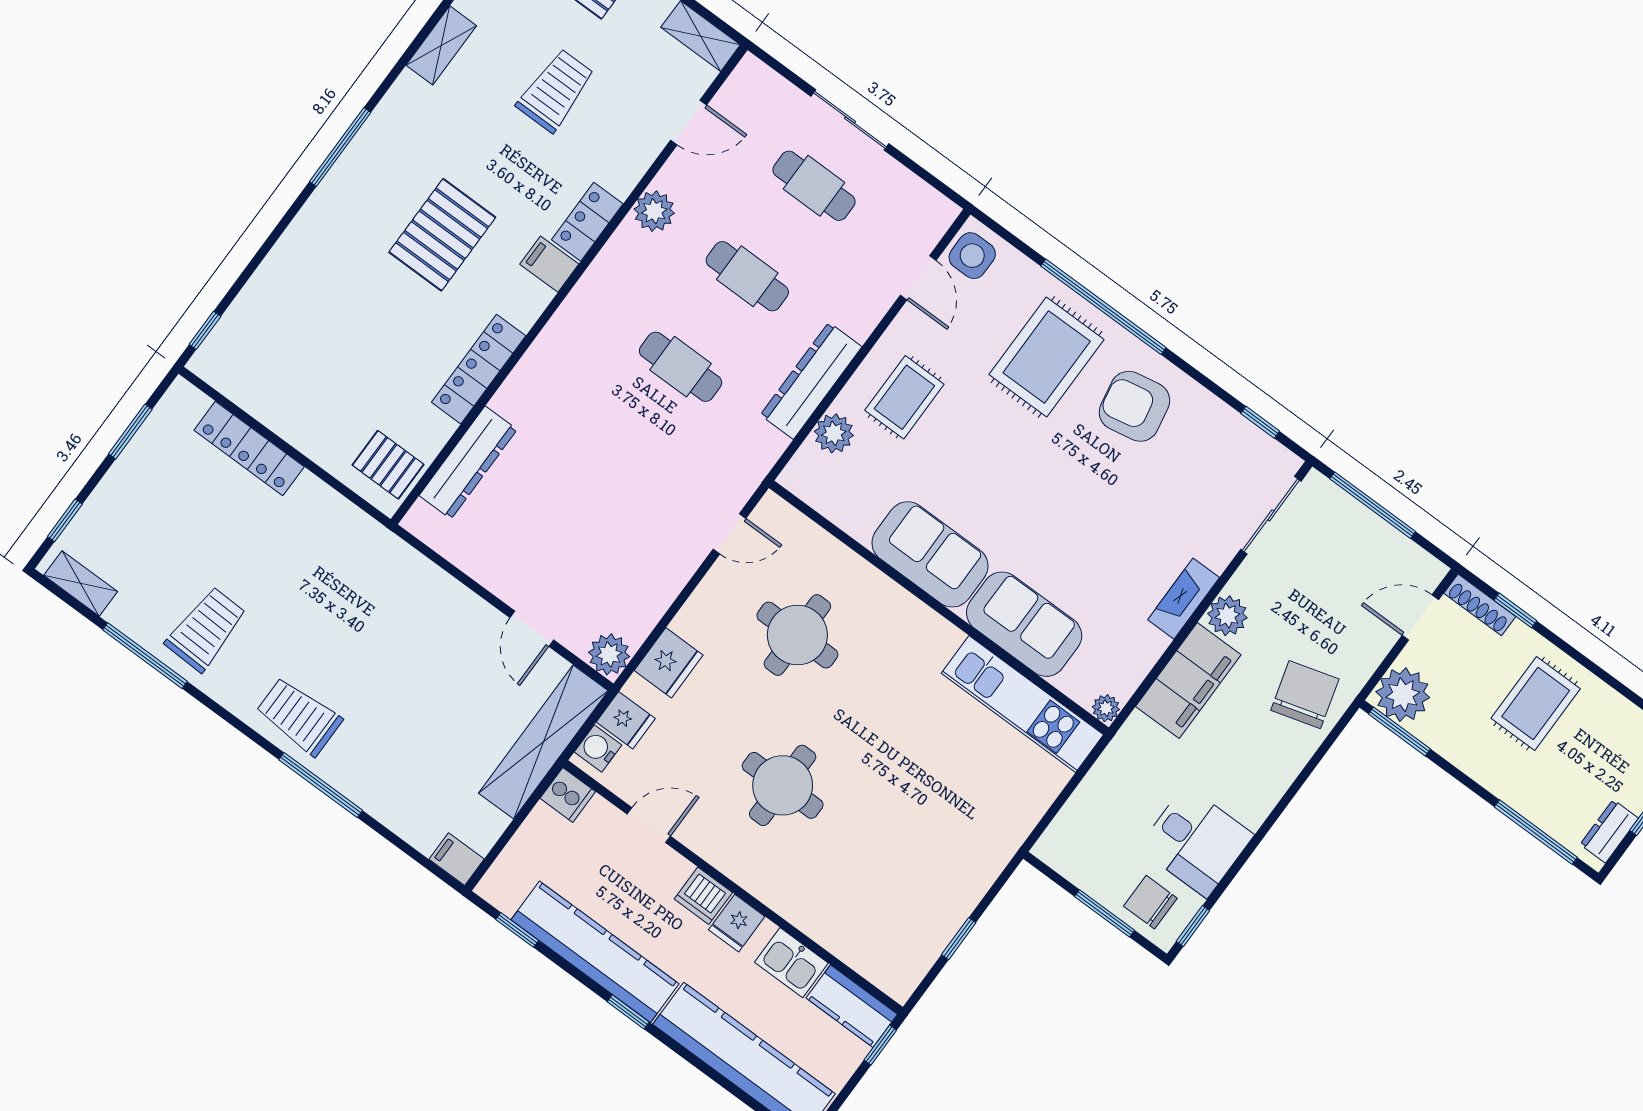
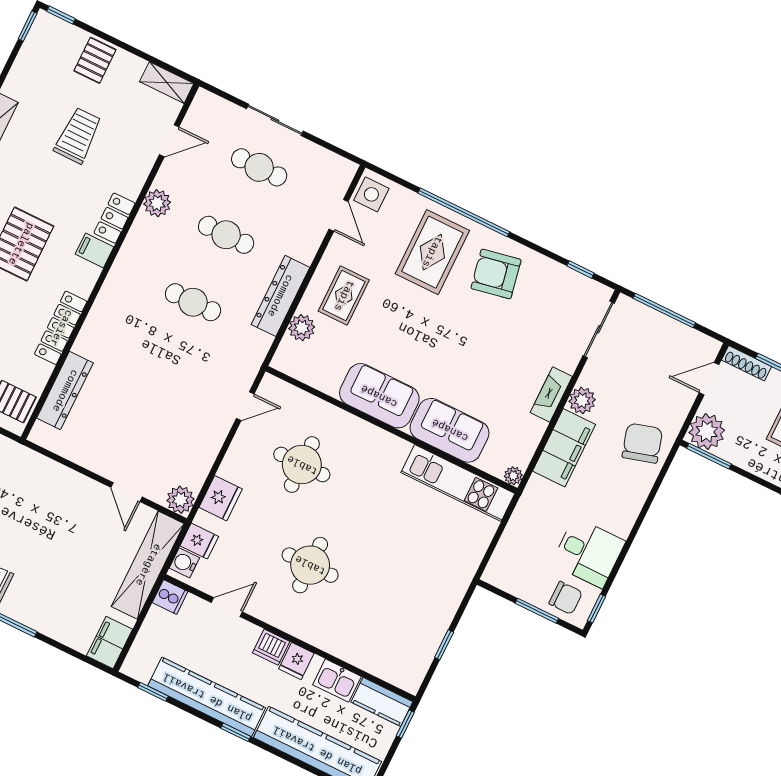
filing cabinet: (457, 859) -> (110, 643), width x2.00
chair: (1150, 902) -> (566, 598), turned 180

